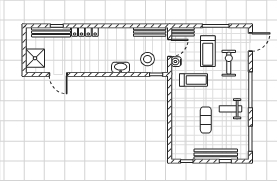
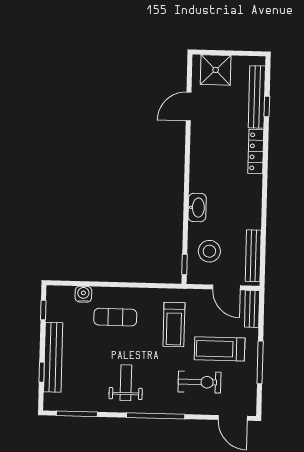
water cooler: (176, 62) -> (83, 294), moved
exercise mat: (206, 120) -> (115, 317), moved

